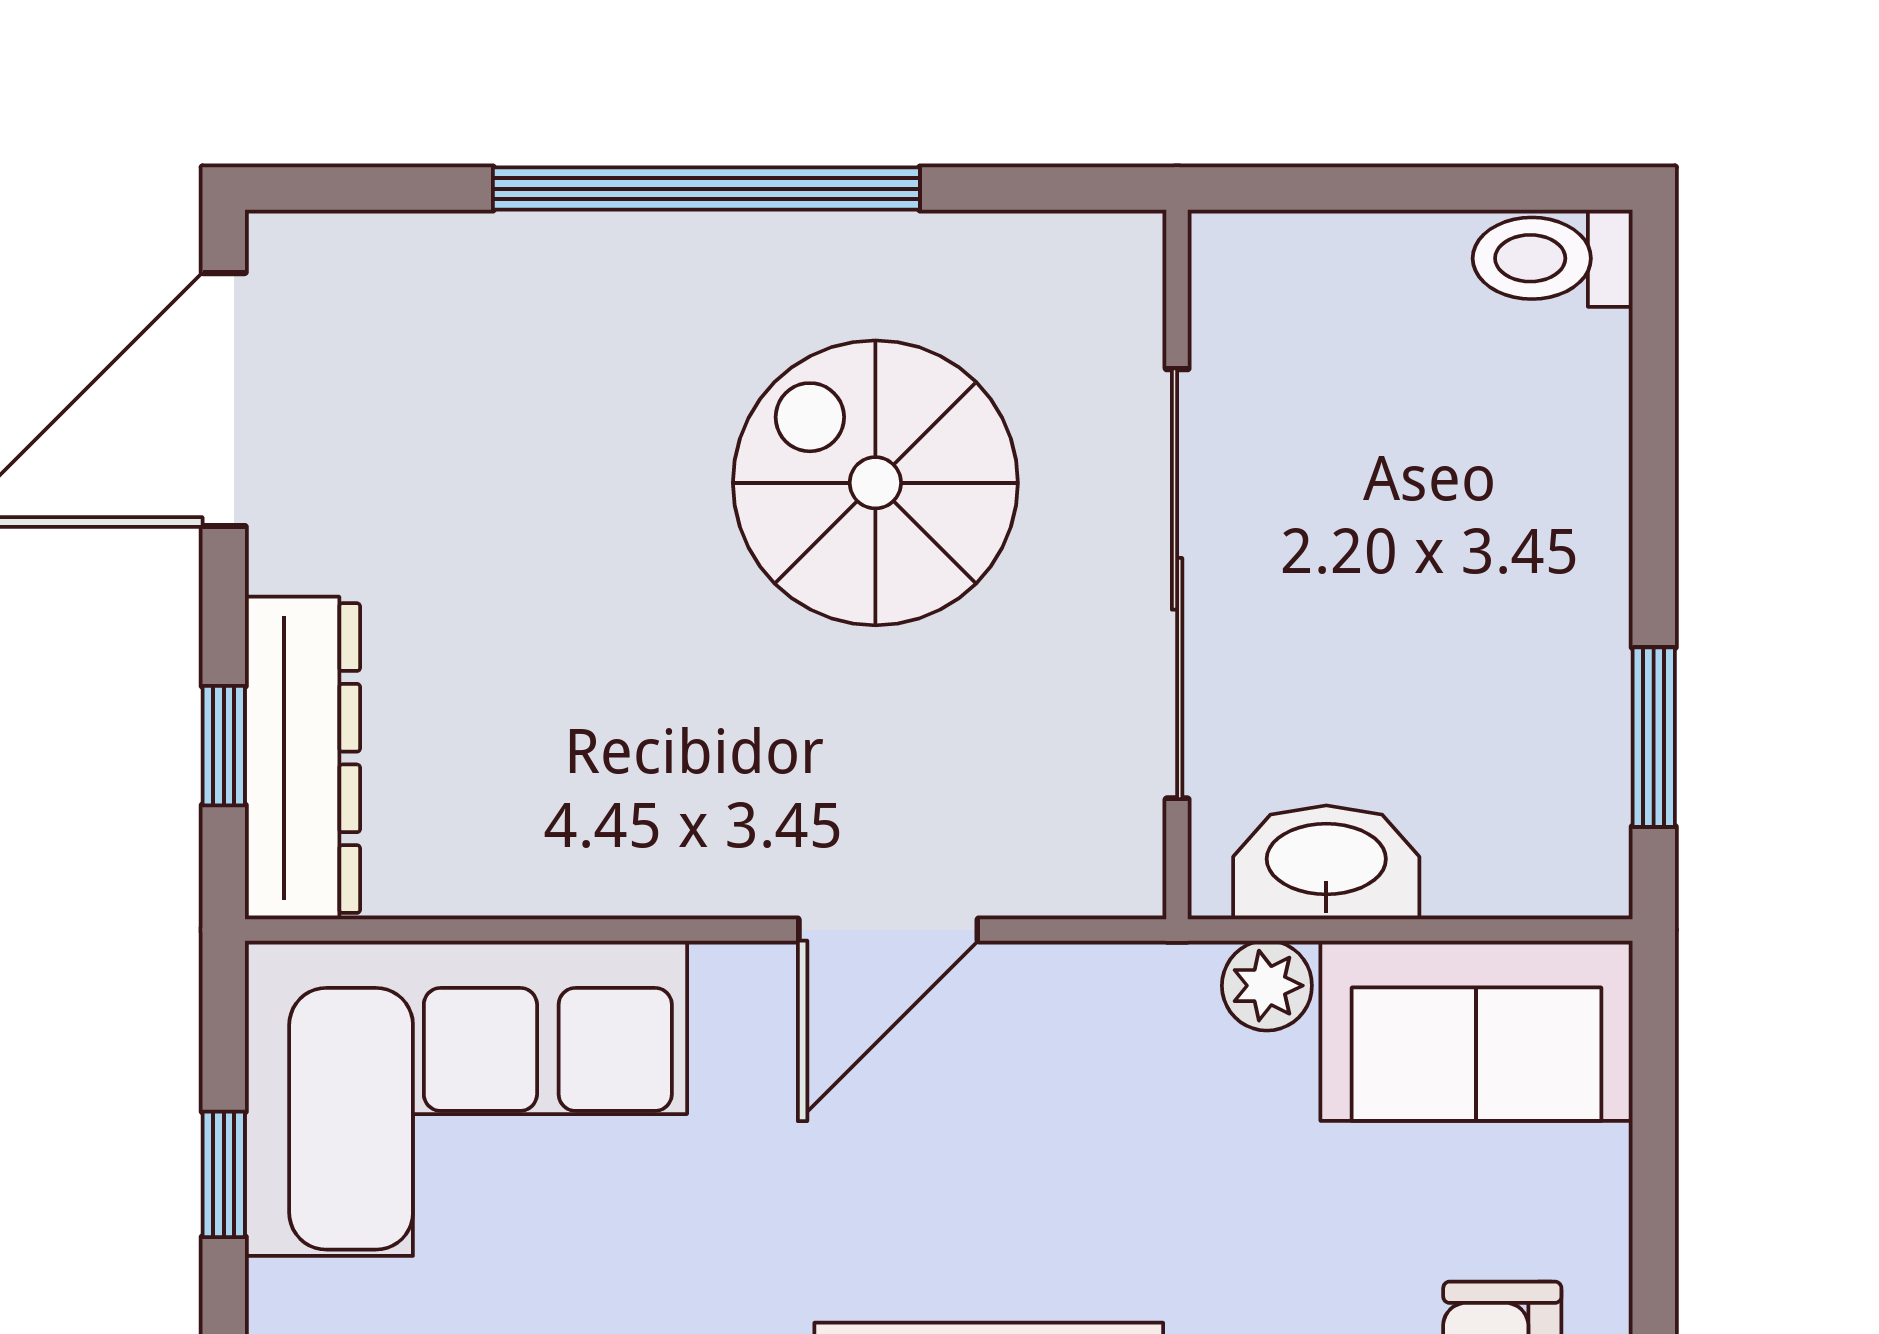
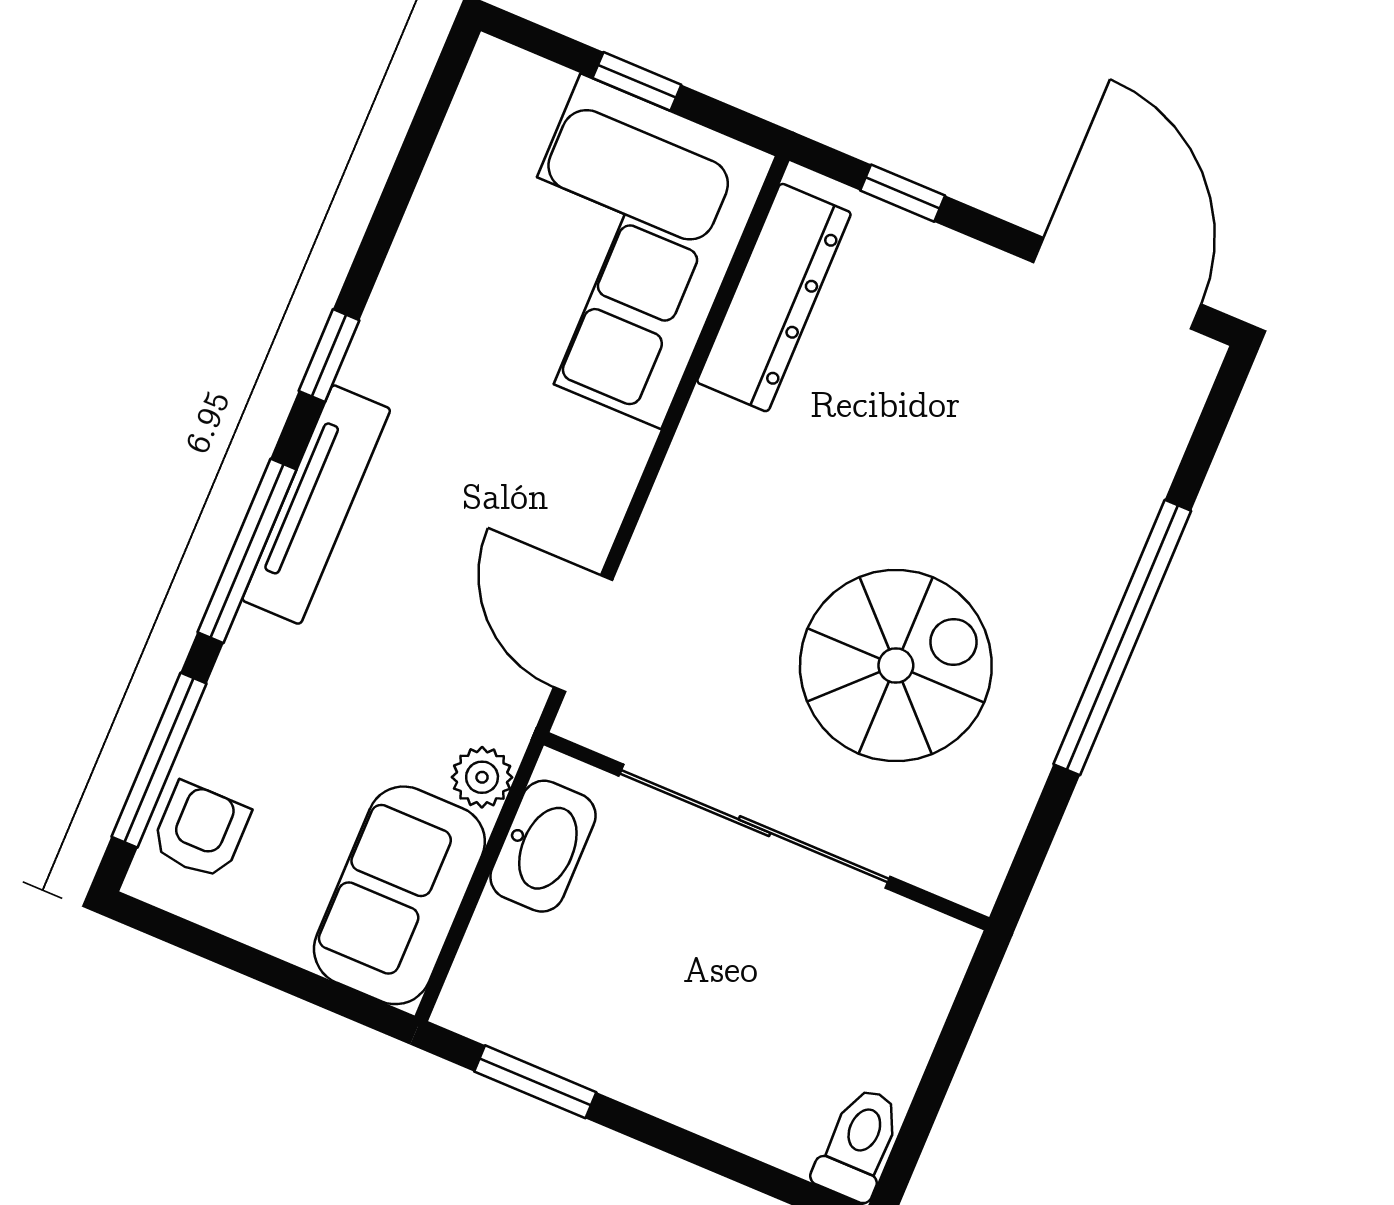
dresser: (303, 758) -> (774, 298), moved, turned -90
door: (888, 930) -> (583, 634), moved

